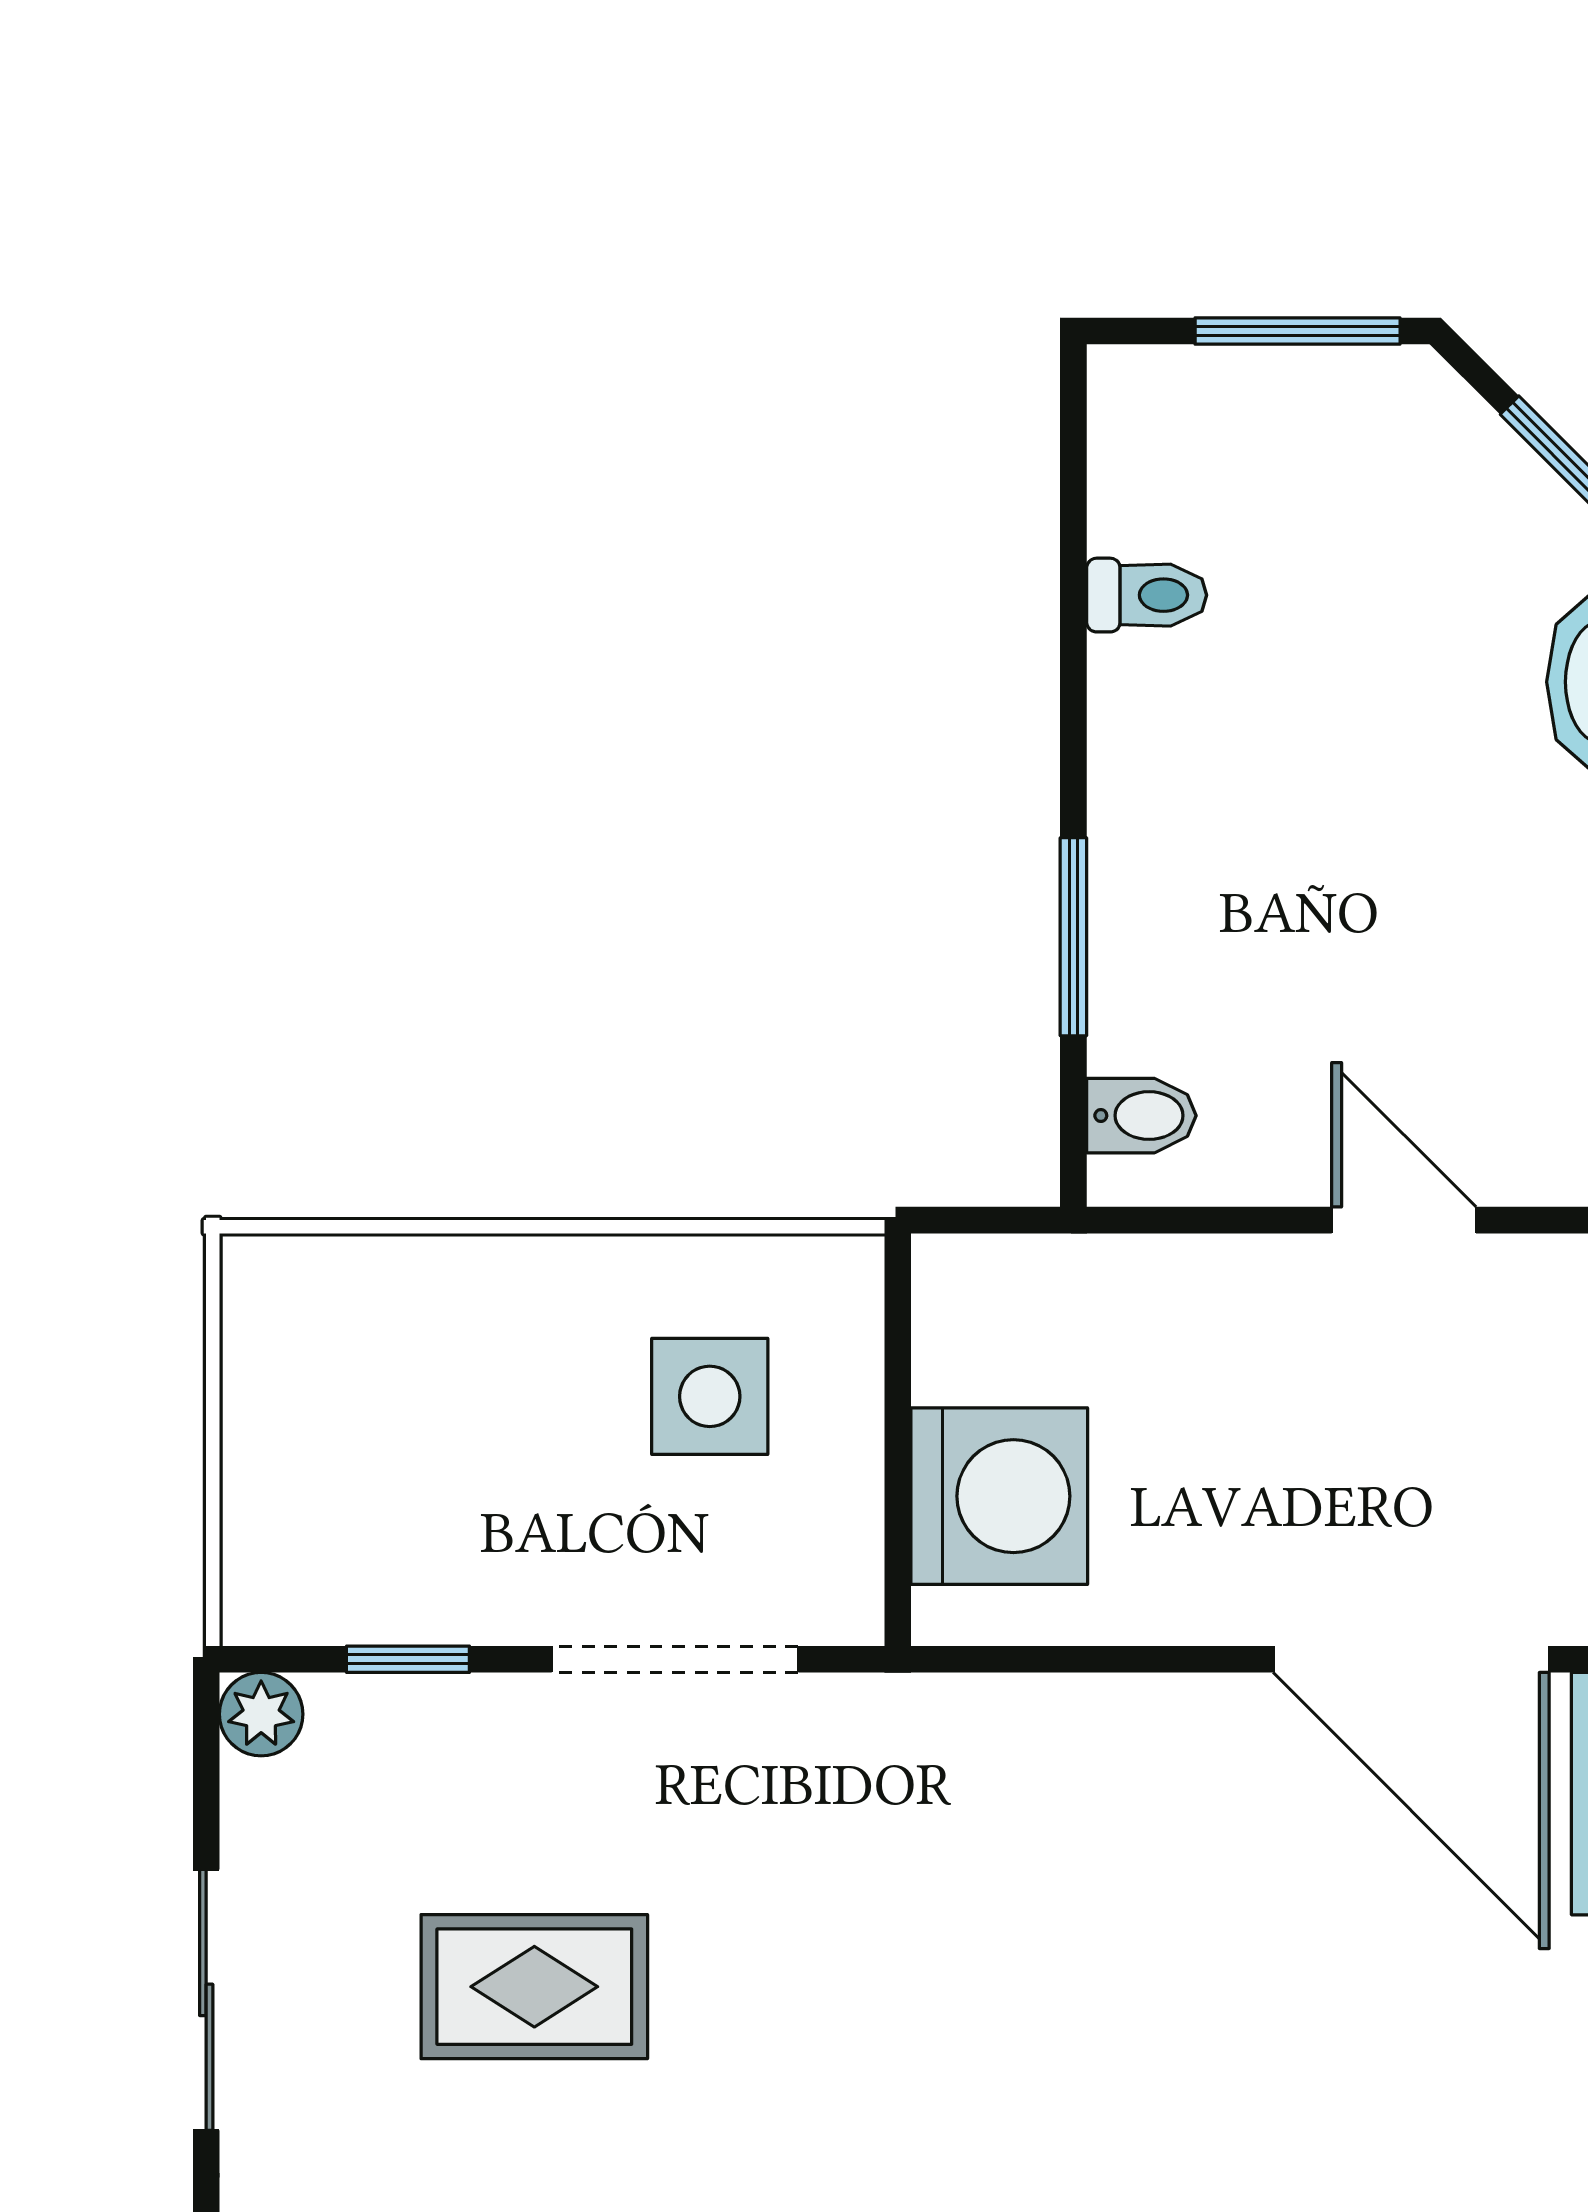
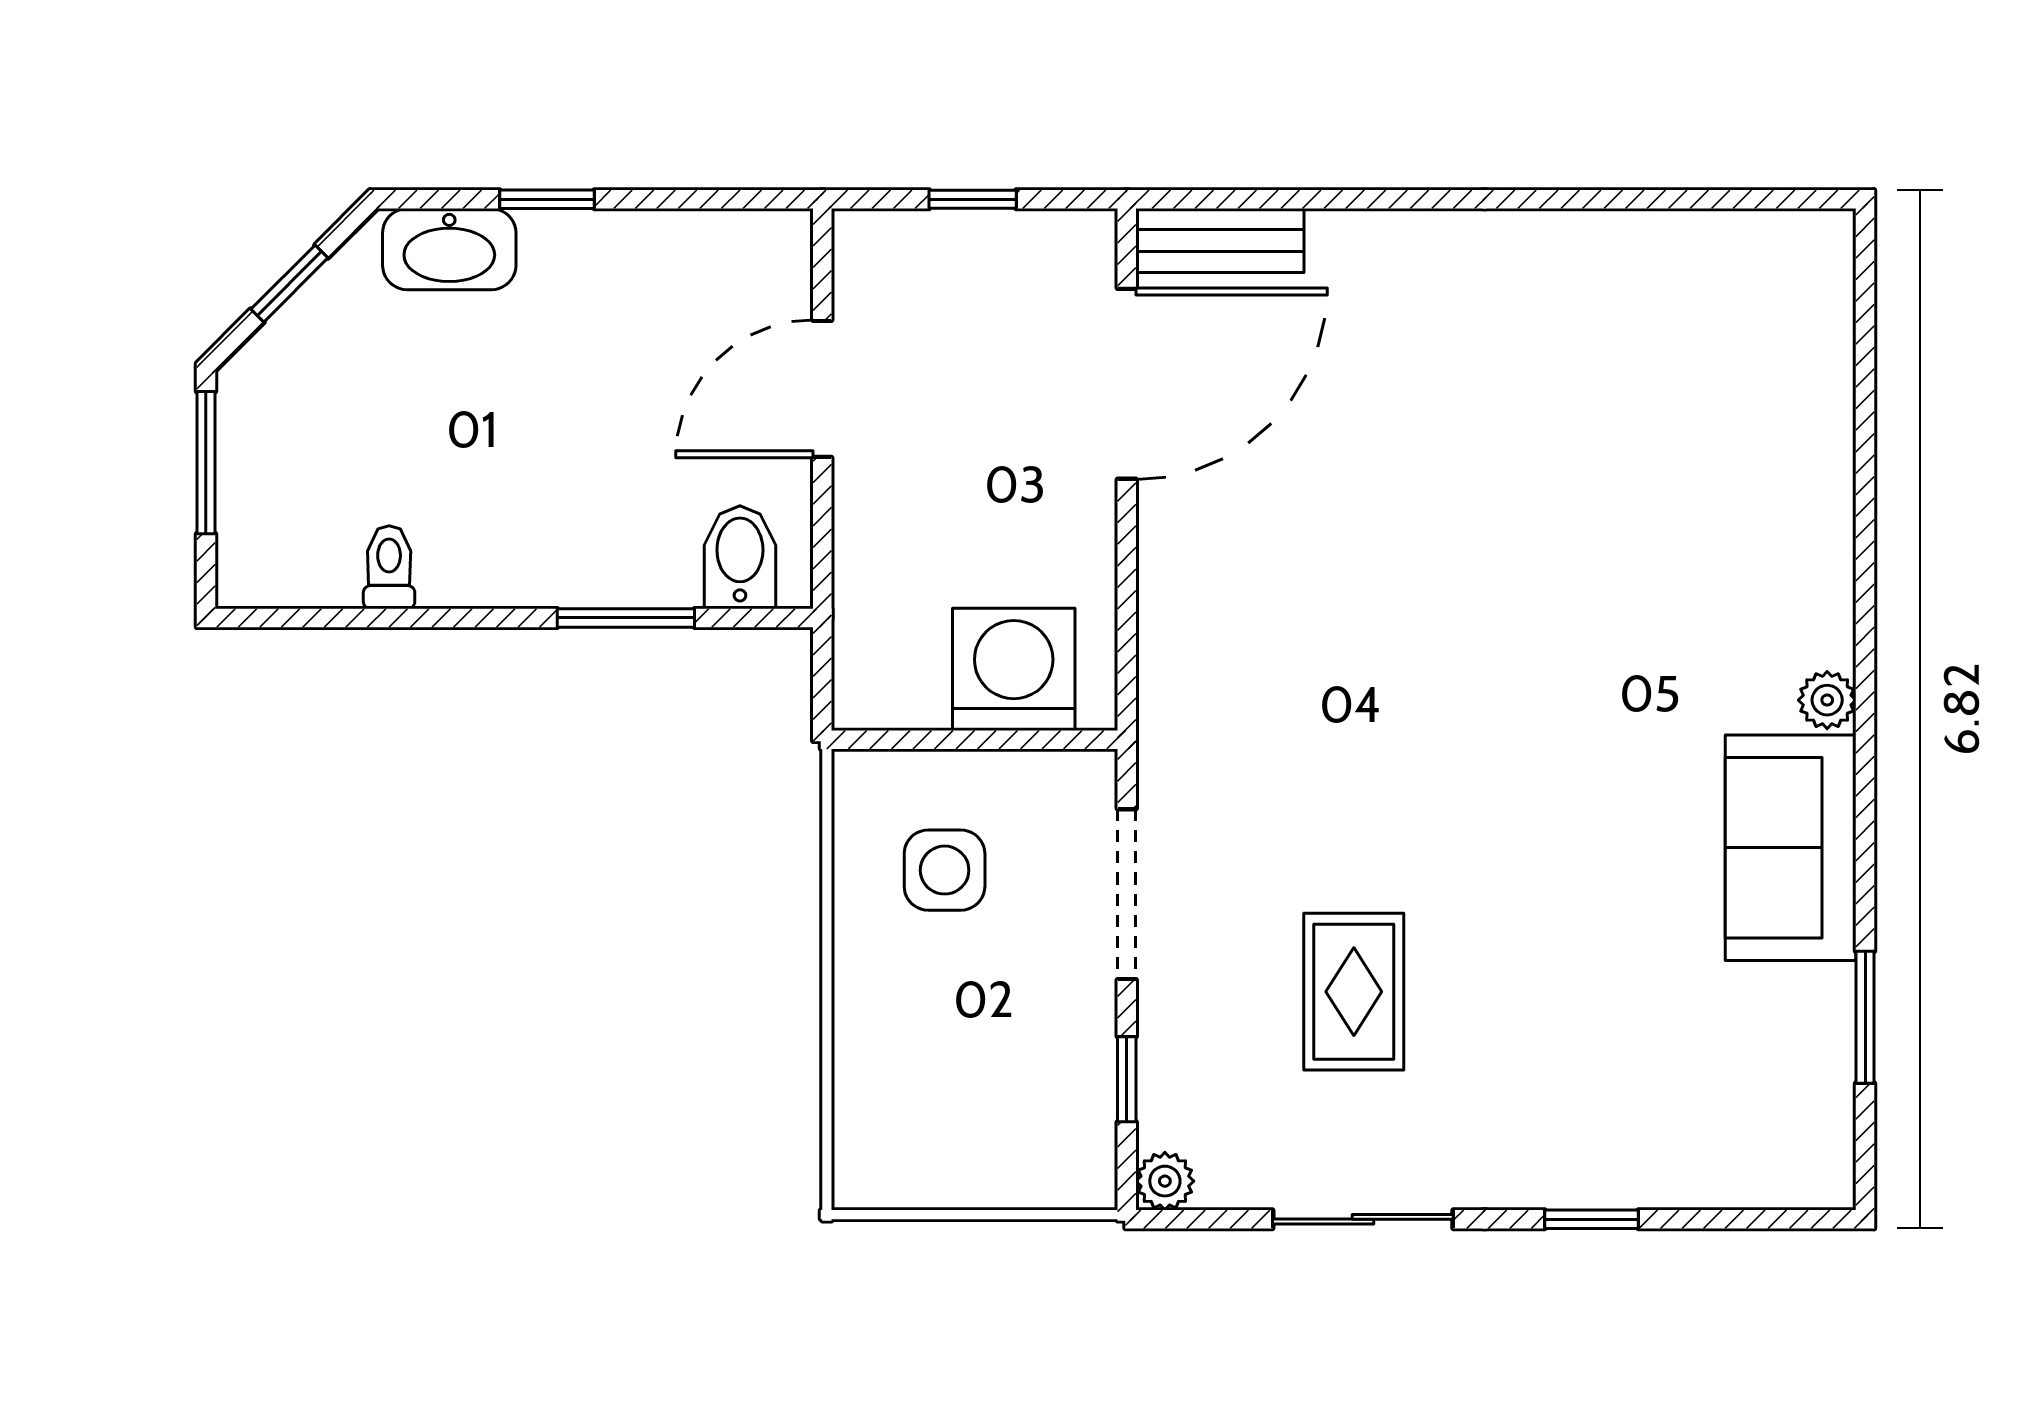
bidet: (1141, 1116) -> (740, 557), width x1.38, depth x1.36
door: (1404, 1220) -> (822, 389), width x1.38

